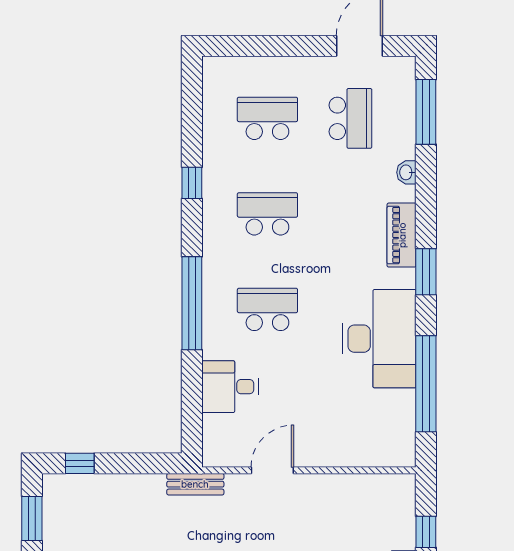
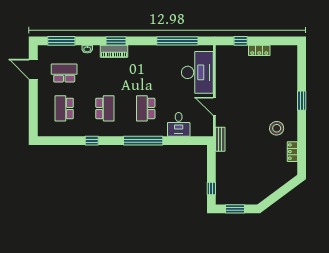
school desk: (267, 214) -> (105, 108), turned 180
window: (426, 272) -> (116, 41), moved
desk: (379, 339) -> (197, 72), moved, turned 90

